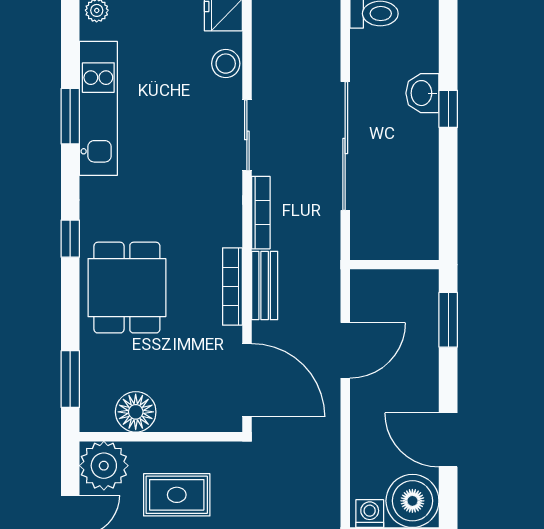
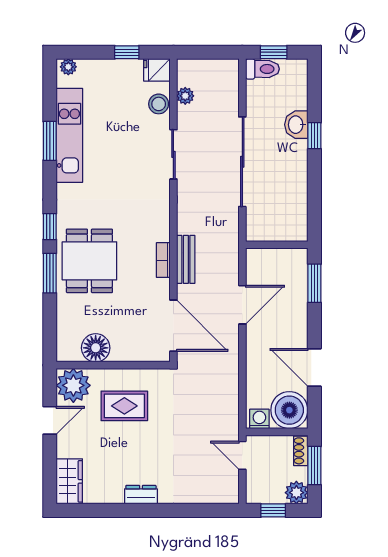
plant: (264, 52) -> (185, 96), added
bookcase: (261, 213) -> (183, 208), removed
bookcase: (232, 287) -> (163, 260), width x0.64
window: (70, 379) -> (50, 273), moved

